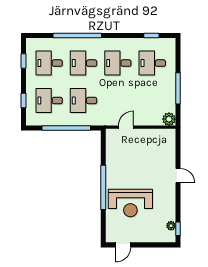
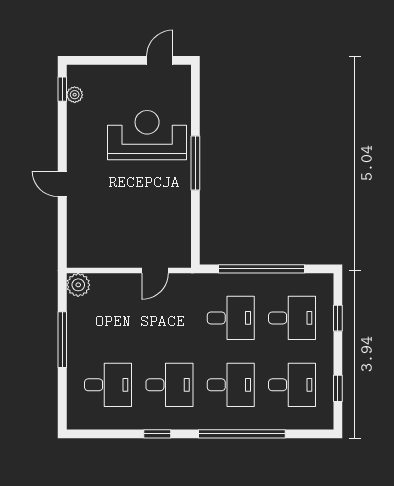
window: (151, 36) -> (157, 434), moved
window: (103, 187) -> (195, 163), width x0.68

